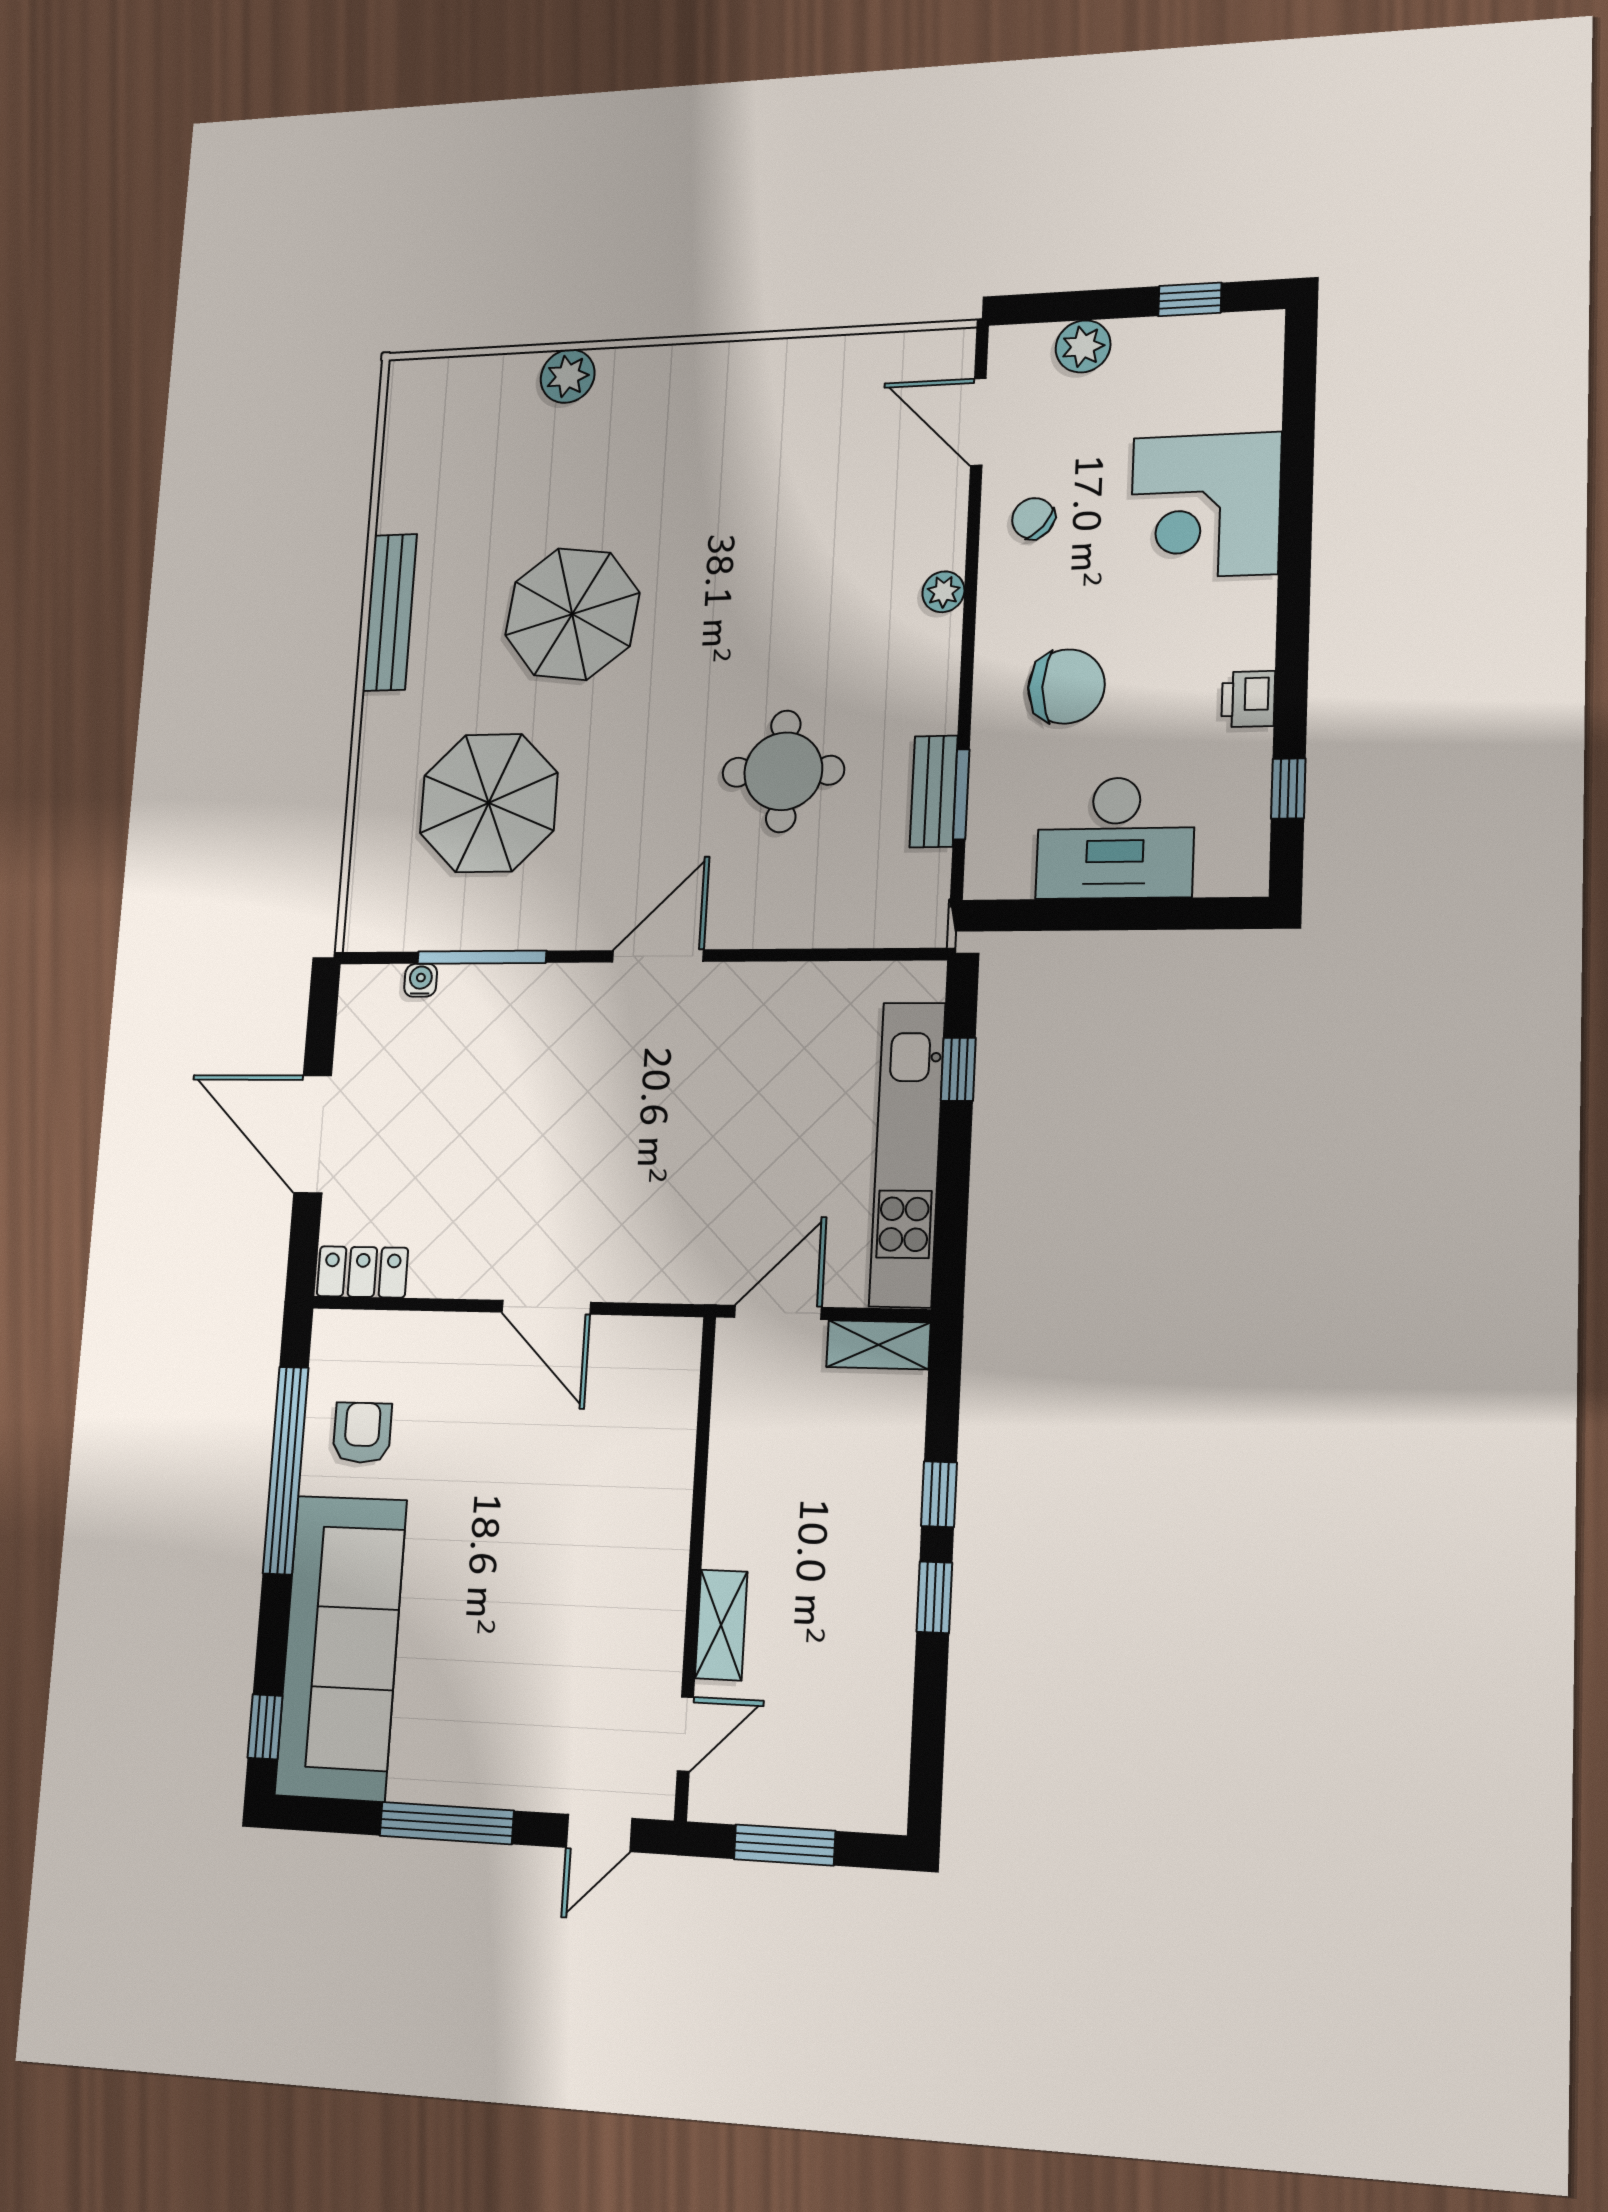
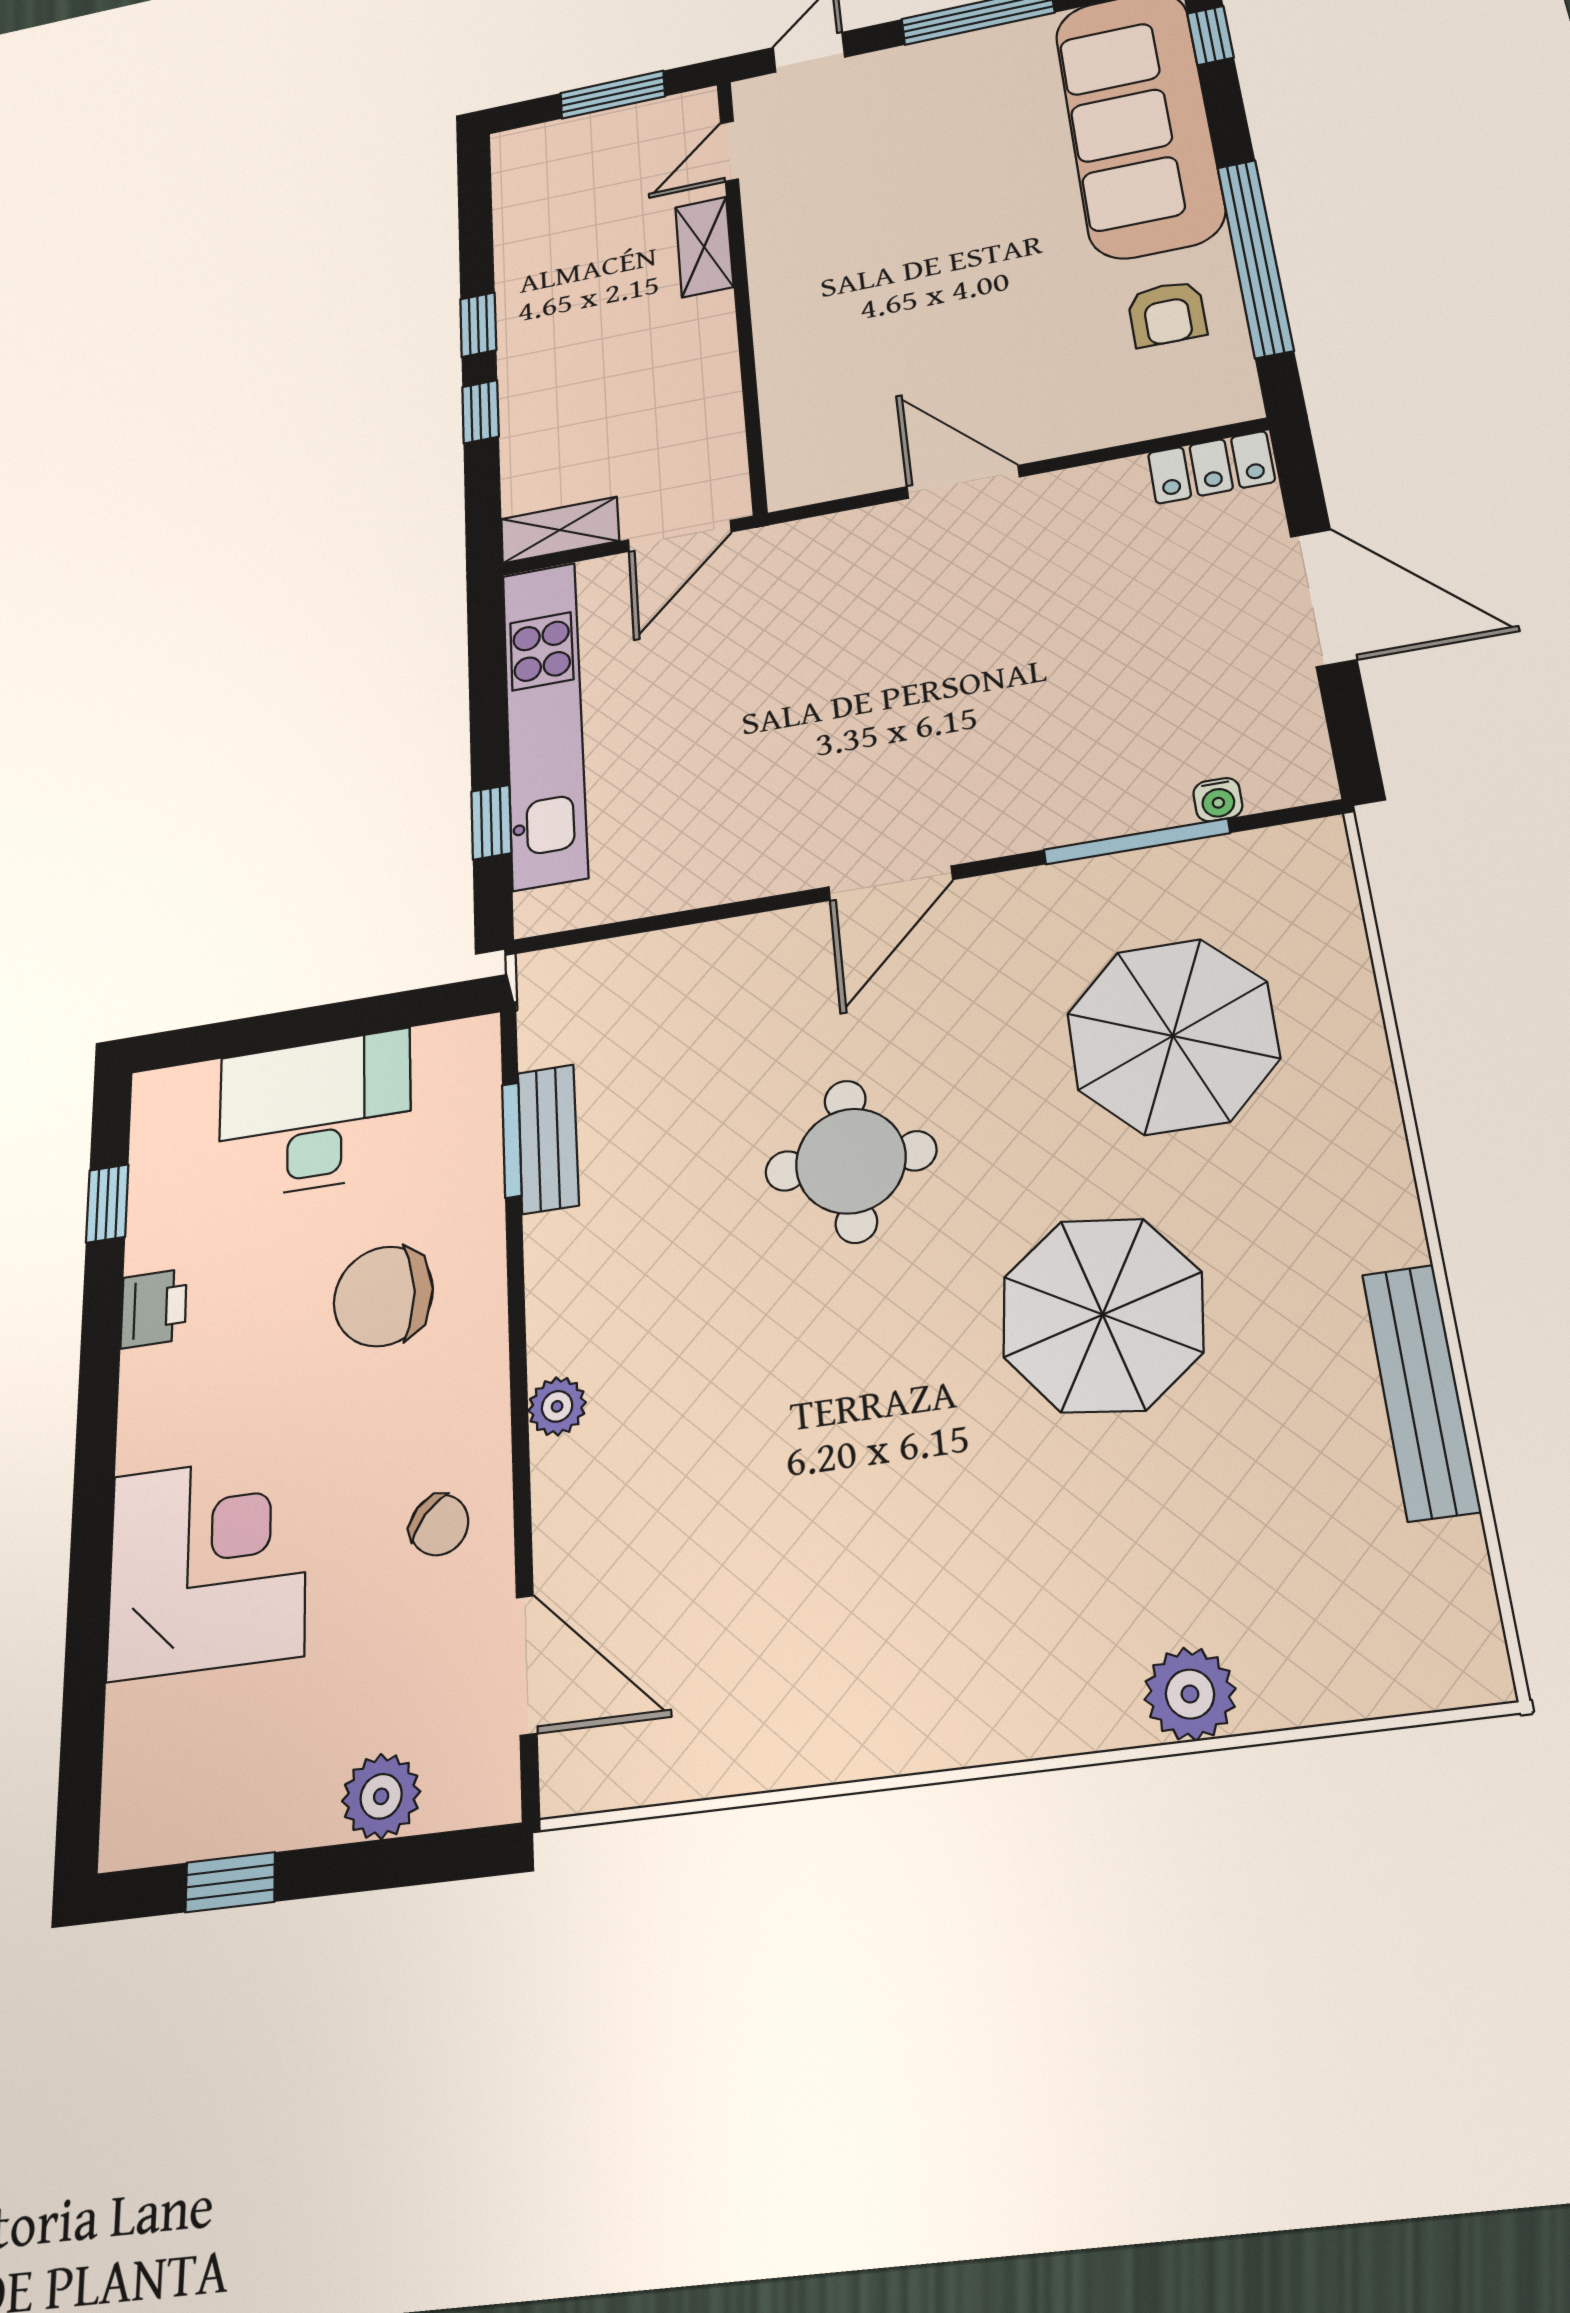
bench: (390, 612) -> (1421, 1391), moved
round table: (783, 771) -> (851, 1161), moved

